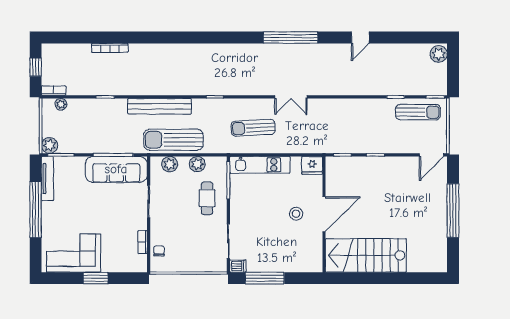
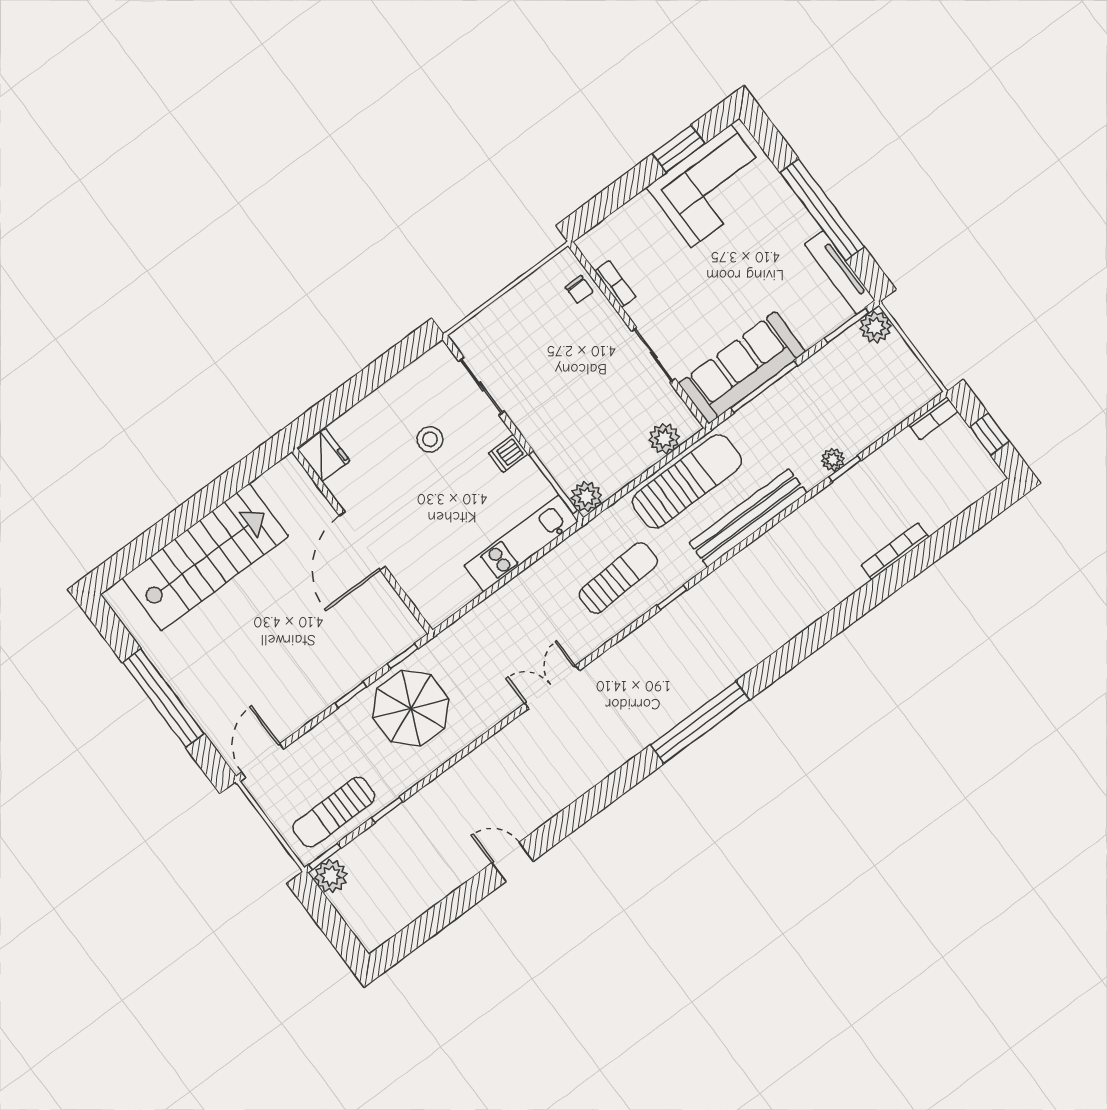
window: (290, 37) -> (700, 722), moved
door: (360, 37) -> (513, 862), hinge flipped
plant: (439, 54) -> (331, 876), moved
plant: (61, 104) -> (833, 460), moved
sun lounger: (253, 128) -> (618, 578), moved
parasol: (355, 131) -> (411, 708), added
plant: (197, 164) -> (586, 497), moved
fridge: (312, 165) -> (324, 455), moved, turned 90
cafe table: (207, 198) -> (565, 429), removed
stool: (296, 214) -> (430, 439), moved
stairs: (366, 255) -> (205, 557), moved
dishwasher: (238, 266) -> (508, 454), moved
window: (96, 278) -> (679, 149), moved
window: (265, 278) -> (381, 371), removed

